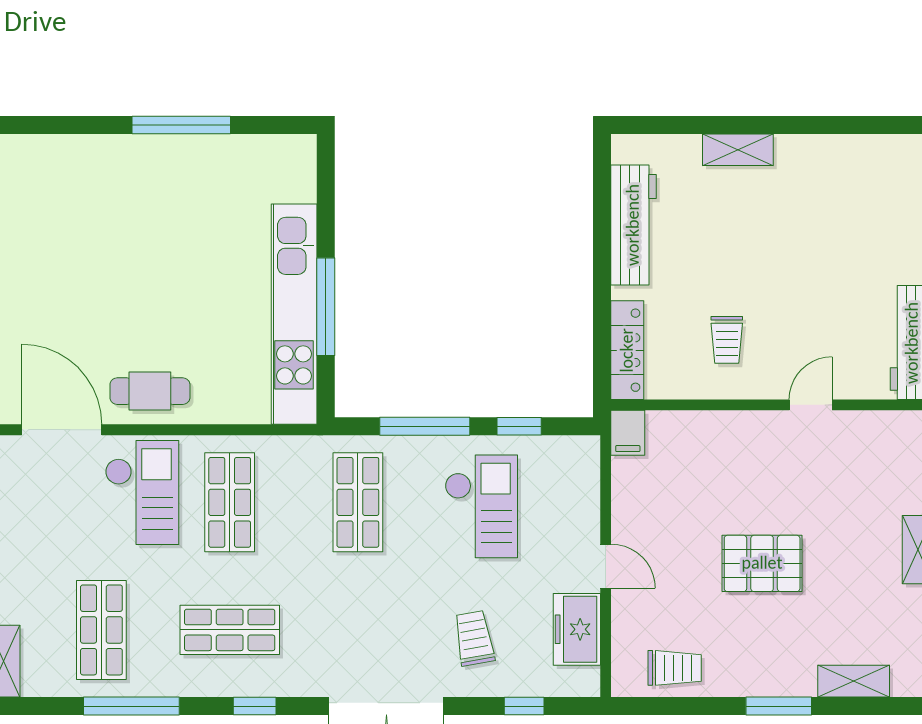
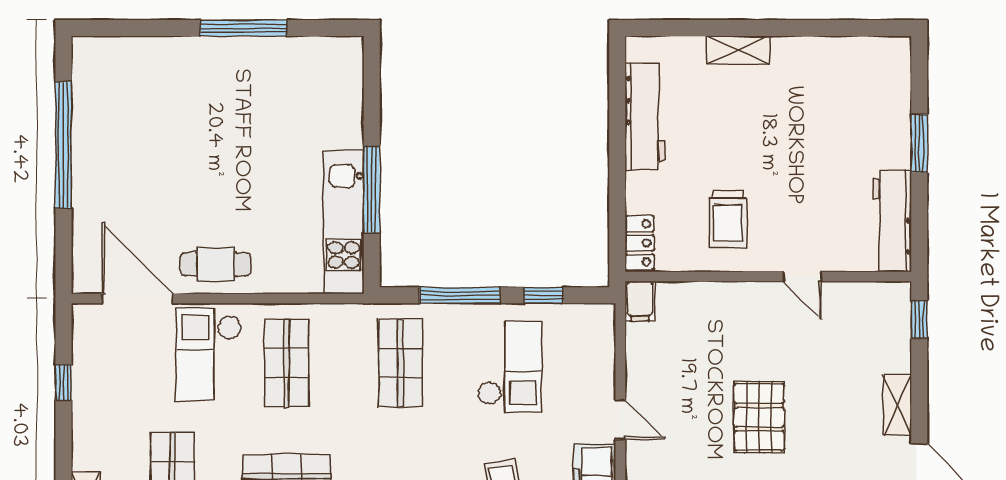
kitchen unit: (294, 314) -> (344, 222), width x0.73
trolley: (727, 340) -> (728, 219), width x1.36, depth x1.39
locker: (627, 350) -> (640, 243), width x0.66
door: (811, 405) -> (802, 276), swing flipped
checkout: (142, 492) -> (209, 354), turned 180
pallet: (762, 563) -> (759, 417), turned 90

